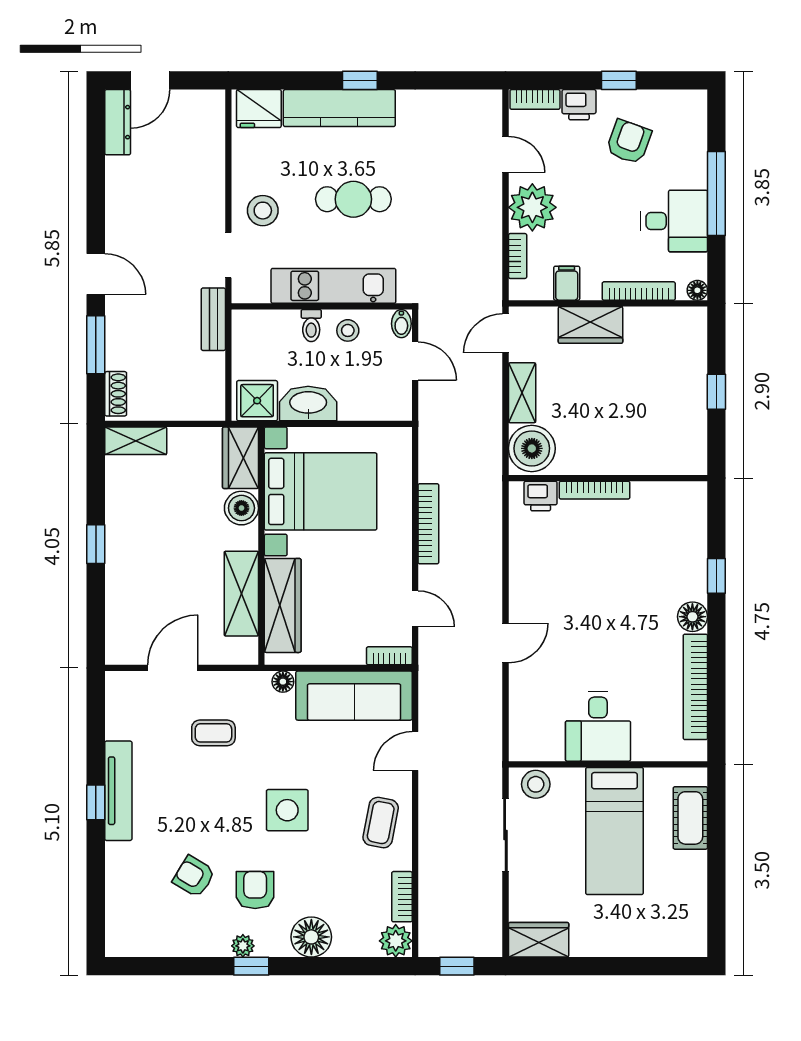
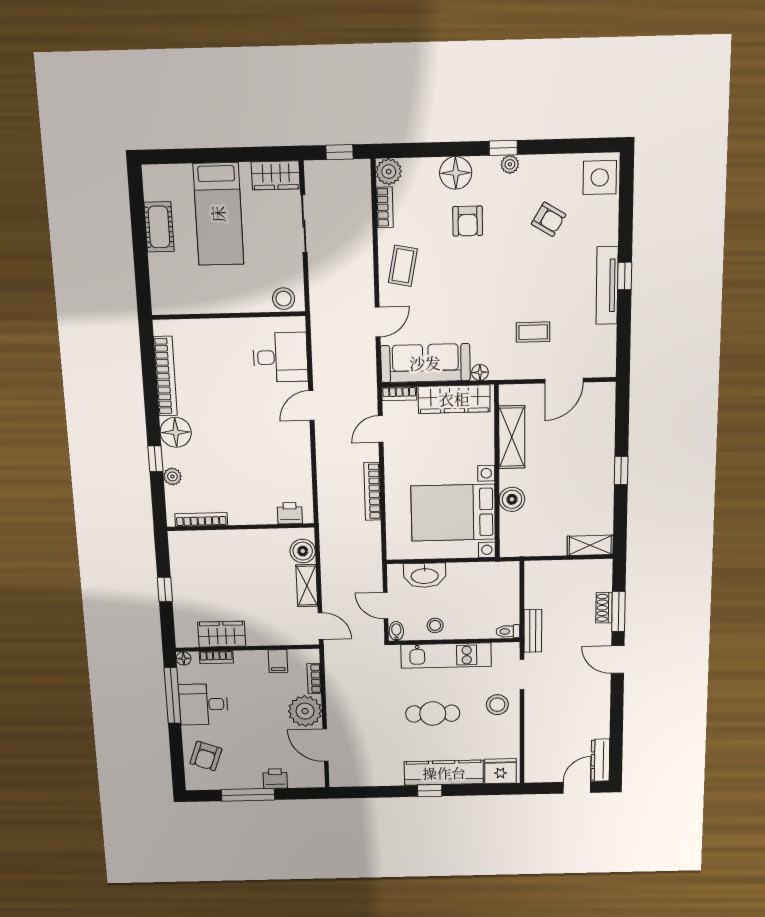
window: (619, 80) -> (248, 795), width x2.17
bookcase: (535, 99) -> (306, 781), removed
armchair: (629, 142) -> (206, 756), moved
door: (505, 154) -> (326, 745), width x1.38
window: (716, 193) -> (173, 695), moved
bookcase: (639, 291) -> (216, 657), width x0.64
wardrobe: (590, 325) -> (222, 634), moved
toilet: (311, 326) -> (508, 631), moved, turned -90
door: (505, 333) -> (321, 626), hinge flipped
shoe rack: (116, 394) -> (604, 608), moved
shower: (257, 401) -> (501, 576), removed
washbasin: (308, 403) -> (425, 575), moved
boiler: (532, 448) -> (303, 551), width x0.73, depth x0.73
wardrobe: (241, 458) -> (513, 535), removed
bookcase: (594, 490) -> (201, 520), moved
plant: (695, 551) -> (172, 476), added
wardrobe: (283, 605) -> (454, 399), moved, turned -90
door: (415, 609) -> (381, 429), hinge flipped
floor lamp: (692, 617) -> (176, 432), width x1.38, depth x1.38
desk: (598, 726) -> (280, 357), moved, turned 90
side table: (287, 810) -> (600, 177), moved
cot: (690, 818) -> (159, 227), moved
bed: (615, 831) -> (218, 214), moved, turned 180
sliding door: (505, 835) -> (304, 224), moved
armchair: (255, 890) -> (468, 221), moved

